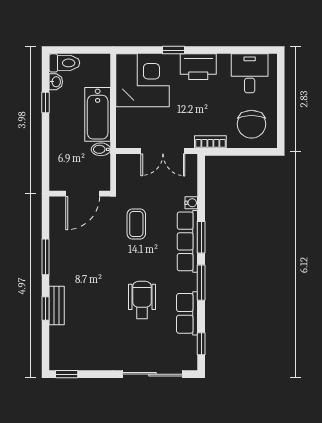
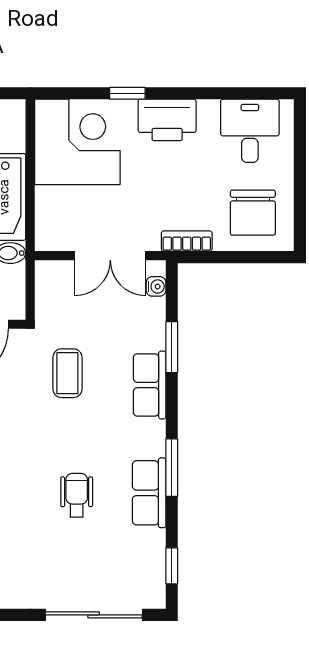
water cooler: (191, 203) -> (156, 286), moved
window: (201, 237) -> (172, 347), moved
row of seats: (187, 241) -> (150, 385), width x0.68
wheelchair: (142, 300) -> (77, 495), width x0.73, depth x0.73
row of seats: (187, 313) -> (149, 493), moved

